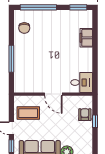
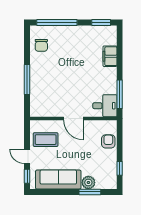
window: (95, 72) -> (120, 94), added
window: (95, 121) -> (120, 168), moved

